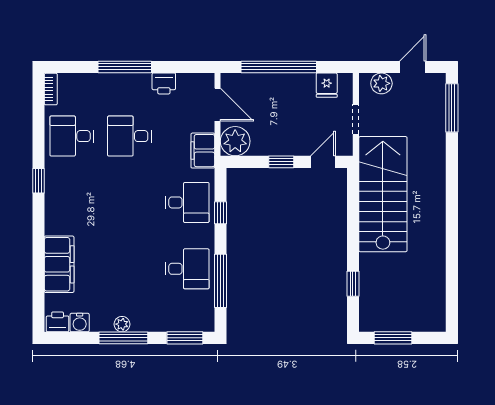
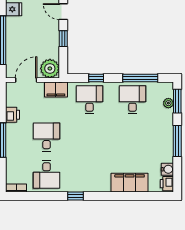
desk: (129, 136) -> (47, 137), turned 180
plant: (122, 324) -> (168, 103), moved

